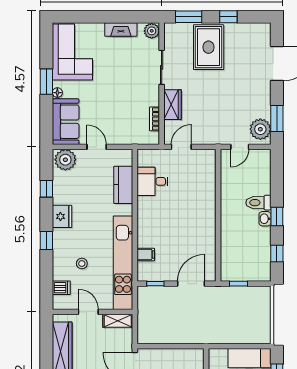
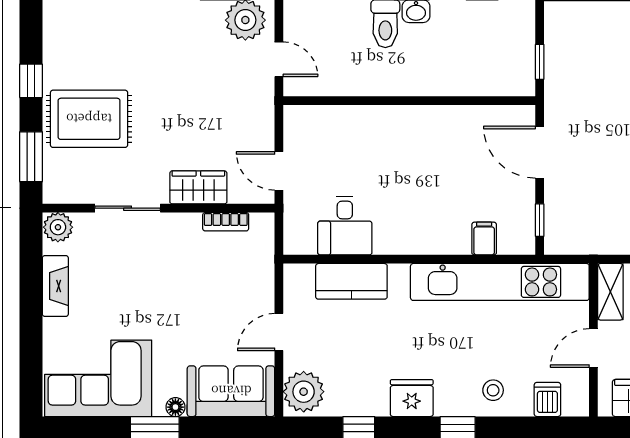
stool: (82, 264) -> (493, 390), moved

